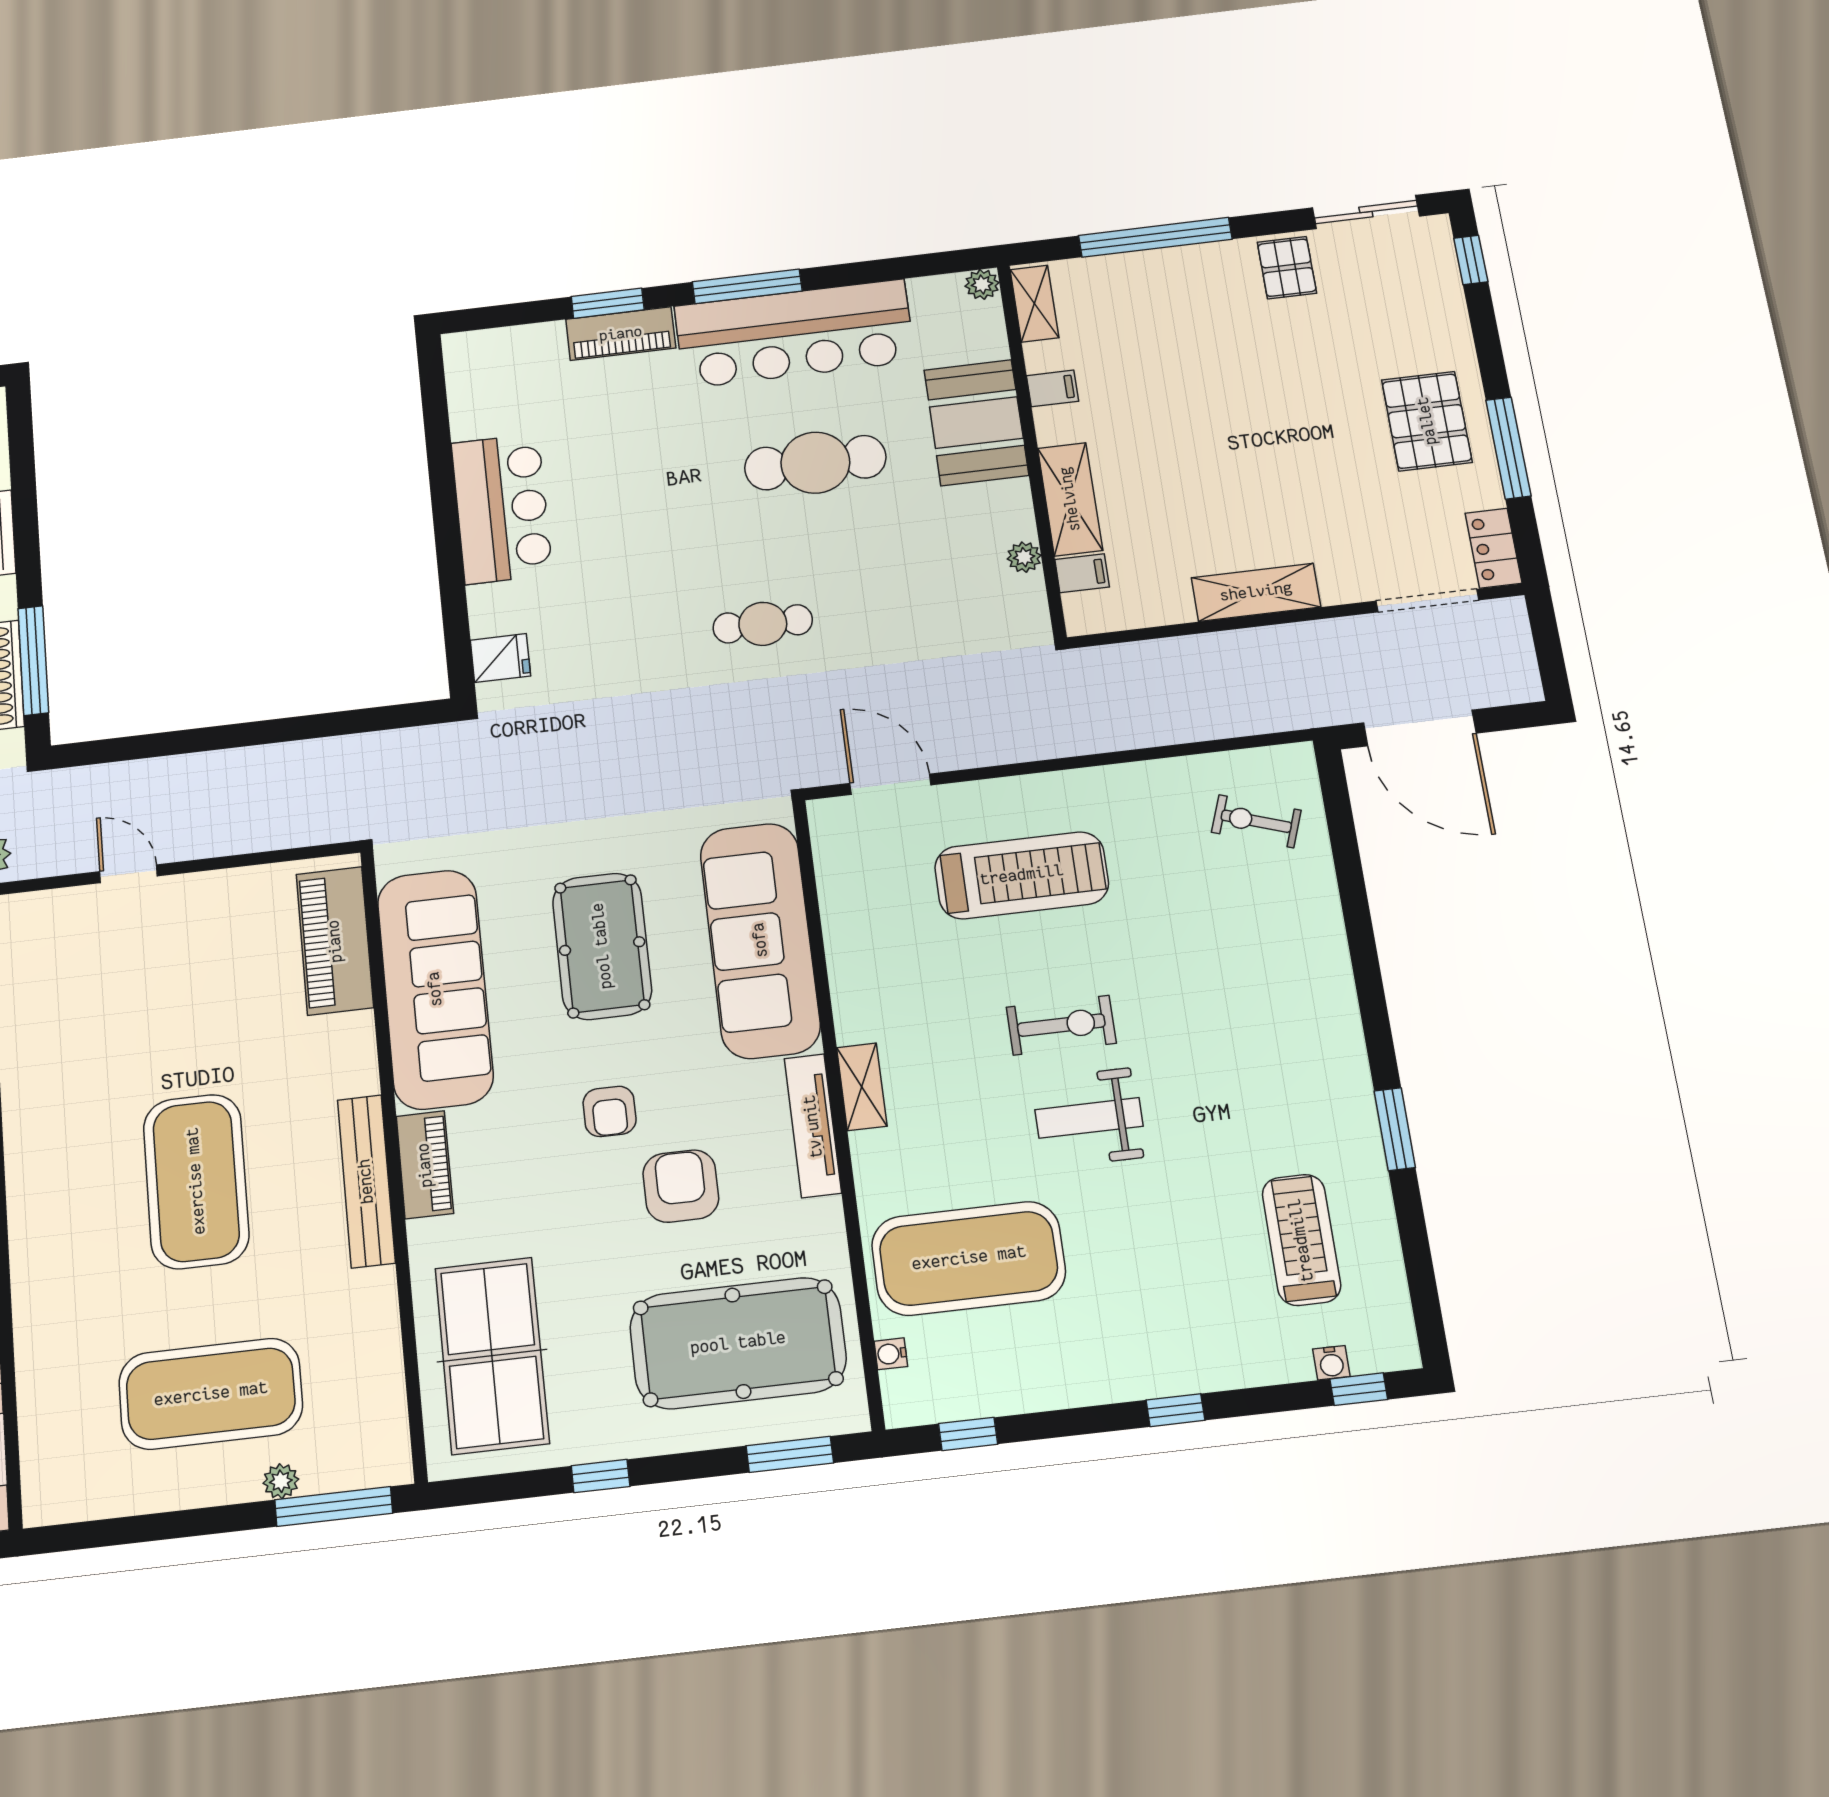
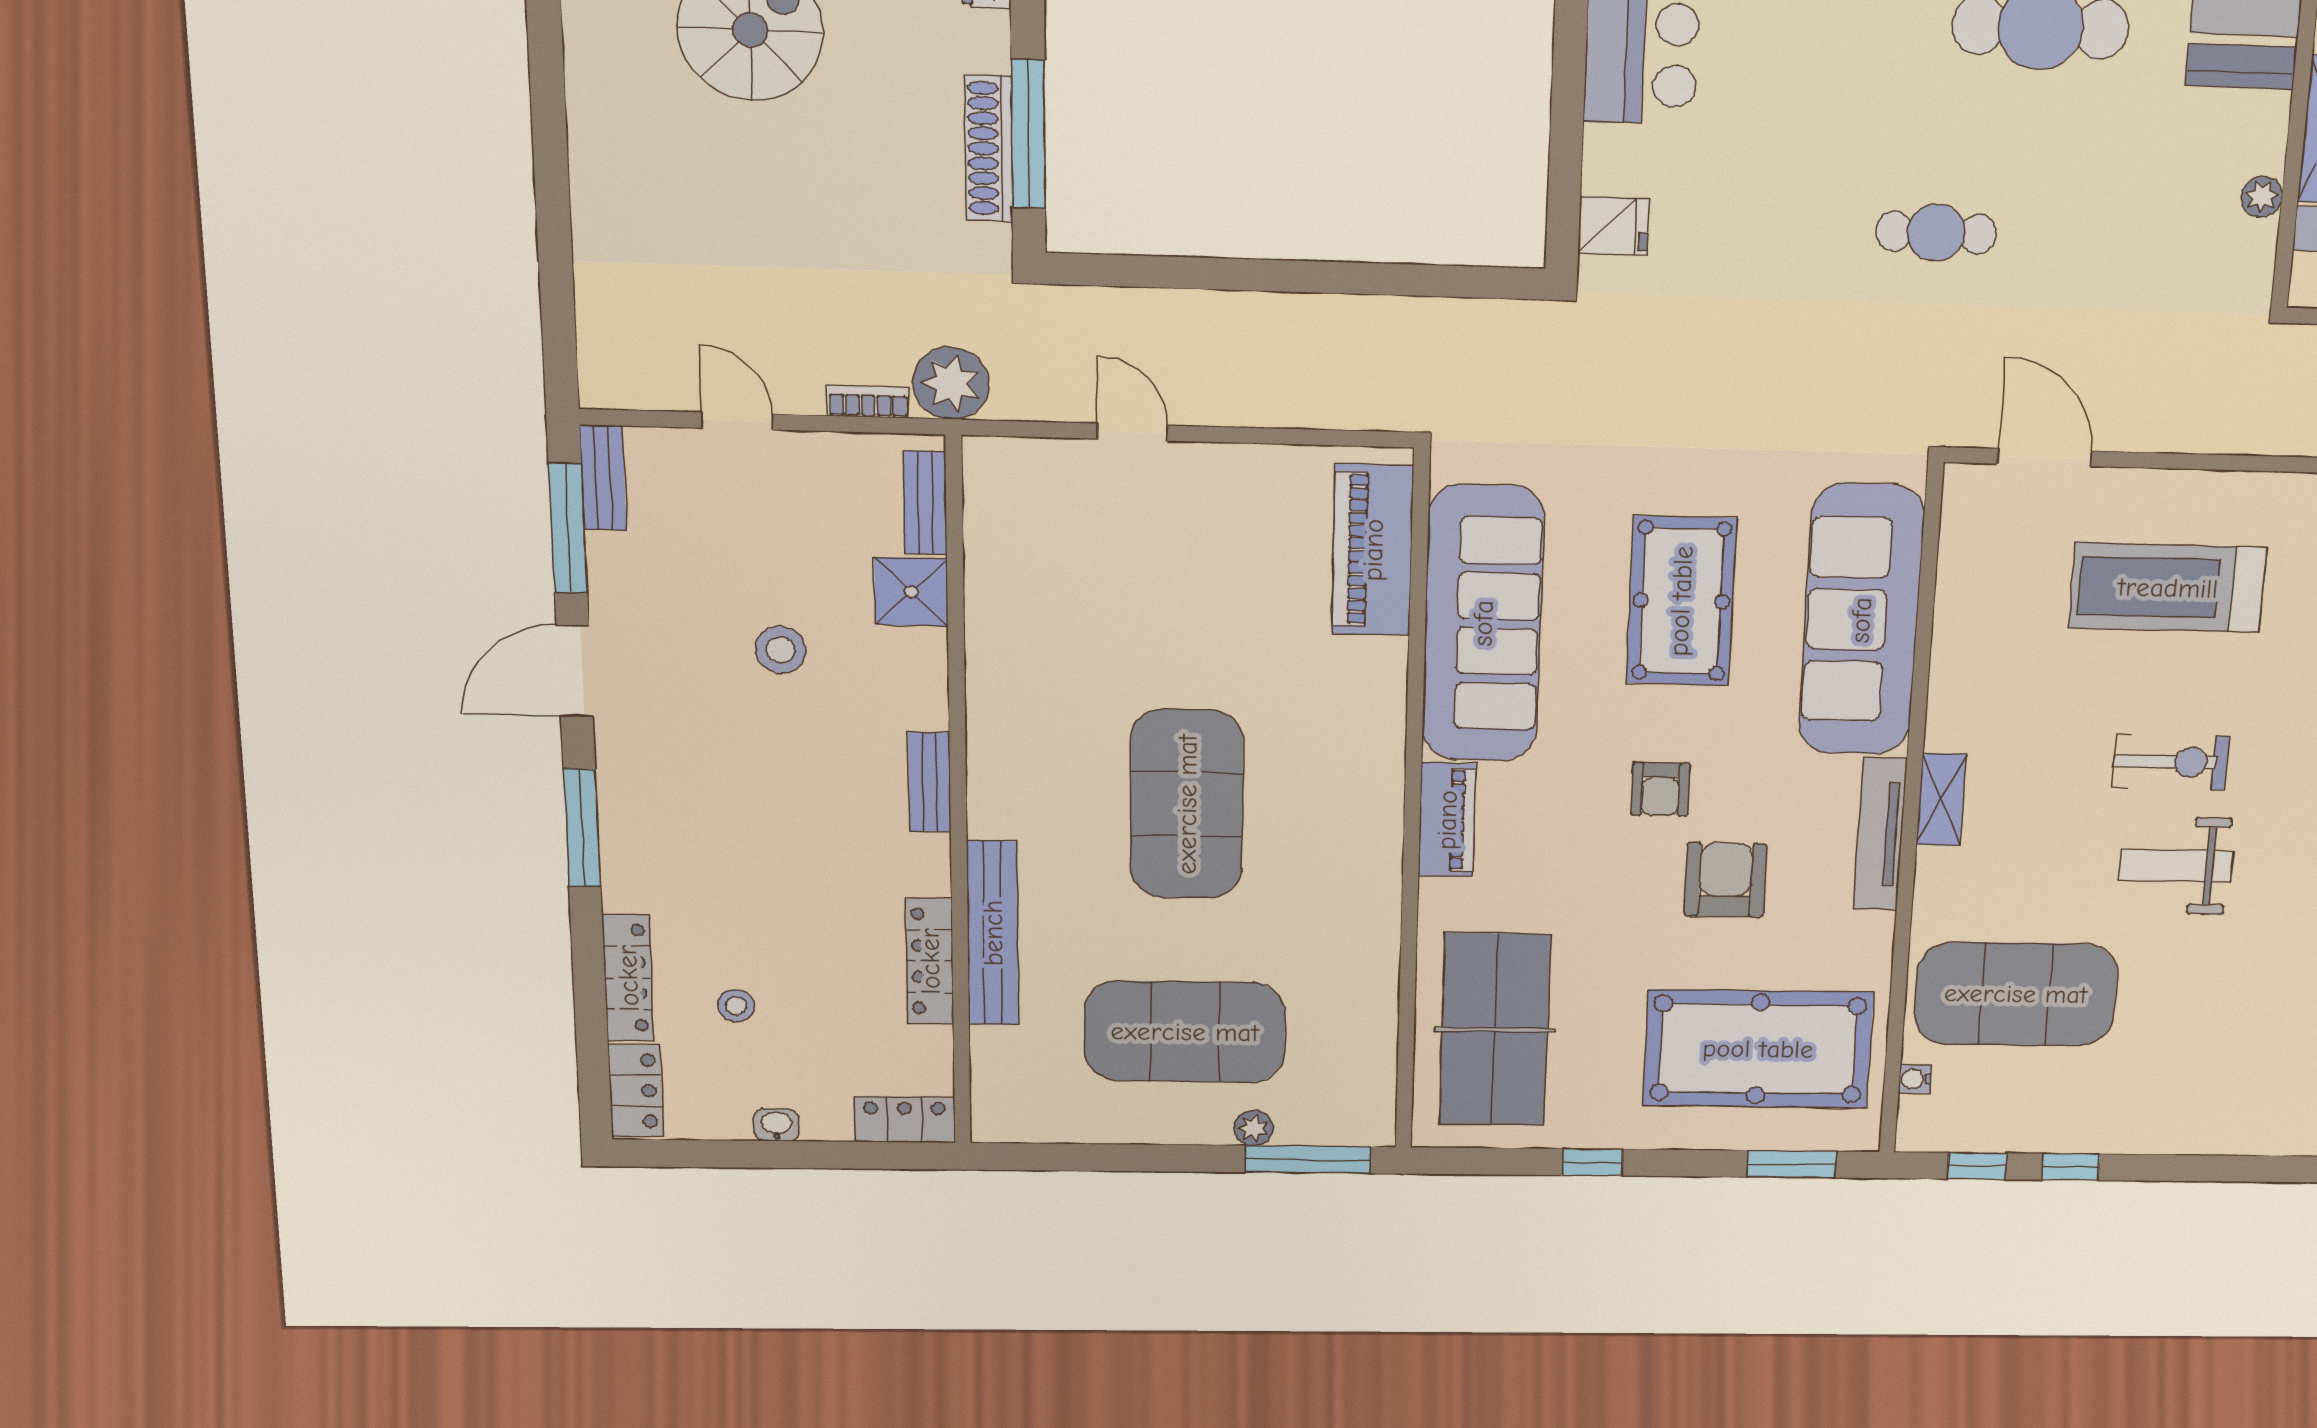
treadmill: (1022, 875) -> (2168, 588), turned 180
bench: (366, 1181) -> (993, 933), moved
window: (1175, 1410) -> (2071, 1167), moved

